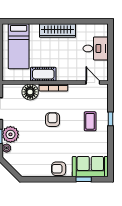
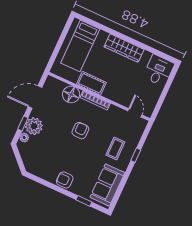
desk: (96, 48) -> (159, 70), moved, turned -90
sofa: (90, 167) -> (107, 185), moved, turned -90

